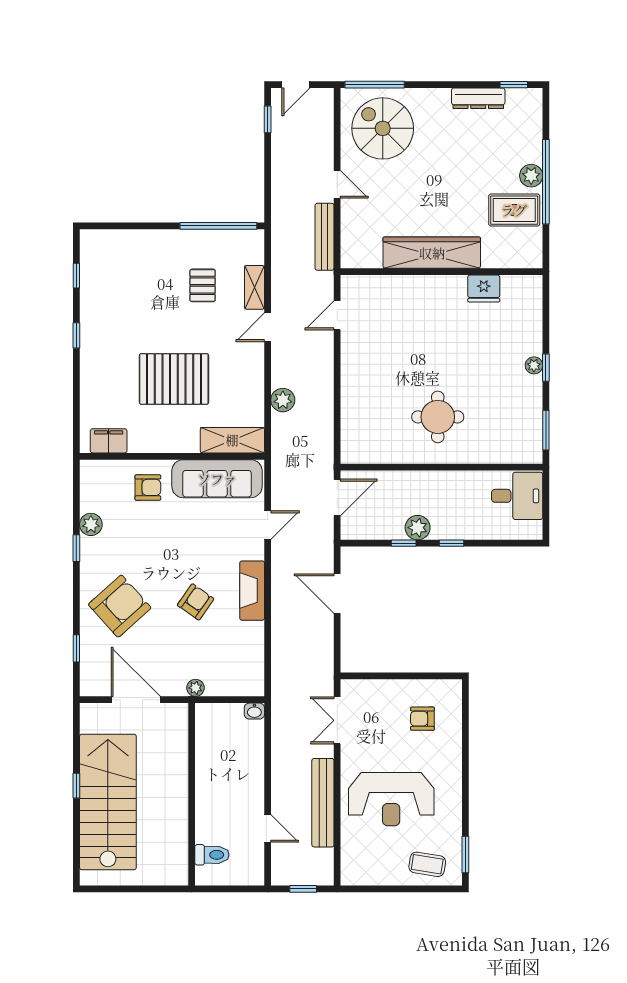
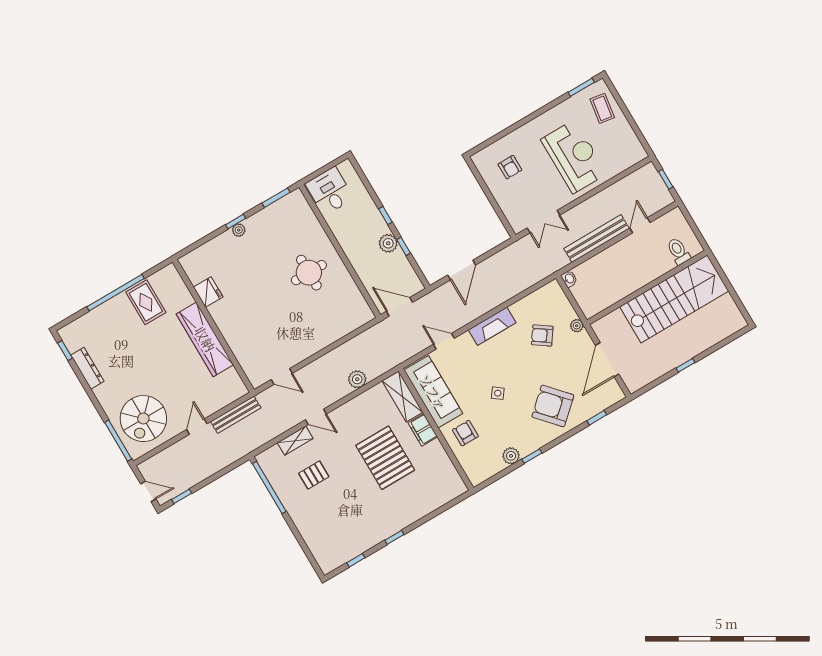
plant: (531, 176) -> (117, 304), removed
filing cabinet: (109, 441) -> (423, 430), moved
side table: (172, 552) -> (498, 393), added
armchair: (196, 602) -> (542, 335), moved
stairs: (108, 802) -> (674, 299), moved, turned 180
bench: (323, 803) -> (597, 238), moved

